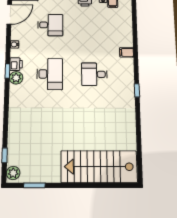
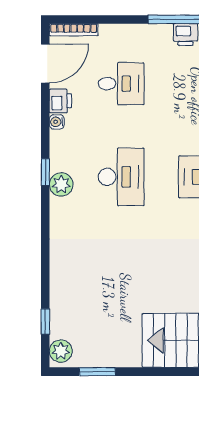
printer: (16, 64) -> (60, 101), moved

